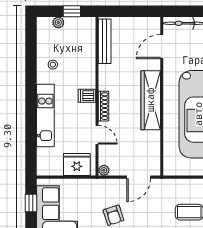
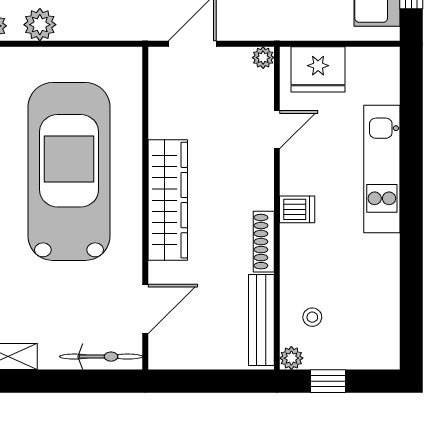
plant: (58, 22) -> (291, 358), moved
stool: (53, 65) -> (312, 317), moved
shoe rack: (104, 106) -> (264, 242), moved
door: (97, 135) -> (277, 130), swing flipped

